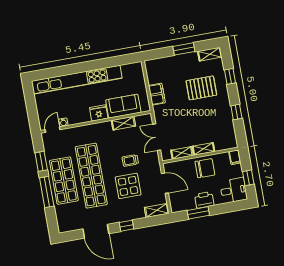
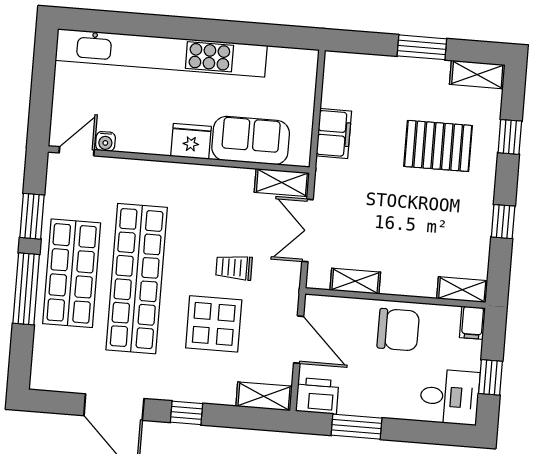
shelving: (123, 123) -> (282, 182), moved
shelving: (204, 149) -> (462, 290), moved
printer: (204, 200) -> (317, 396), moved

